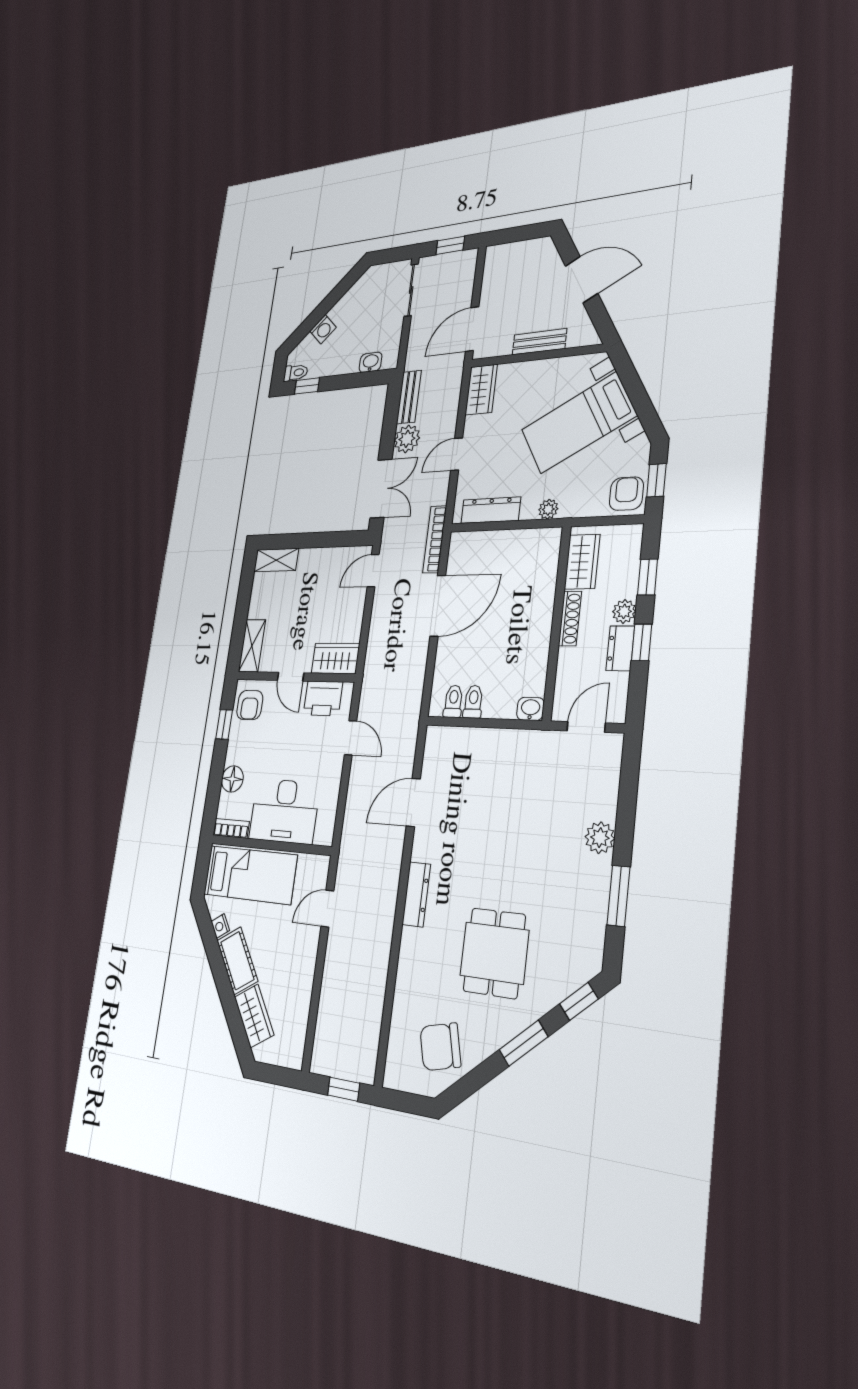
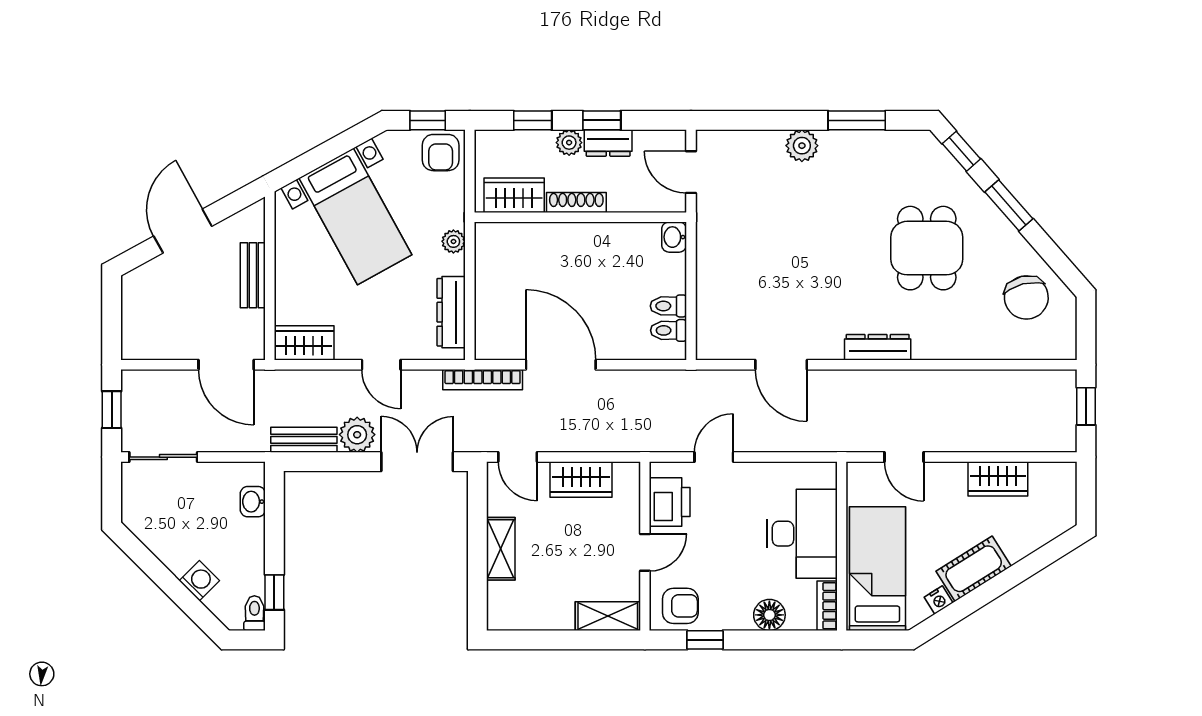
armchair: (626, 494) -> (441, 153), turned -90
shelving: (276, 560) -> (501, 549), moved
wardrobe: (335, 658) -> (581, 480), moved, turned -90
dining table: (494, 953) -> (927, 248), turned 90
wardrobe: (254, 1016) -> (998, 479), moved, turned -148

